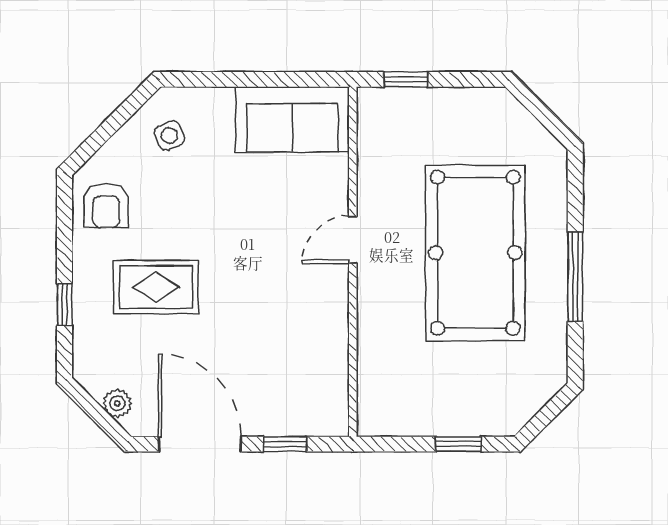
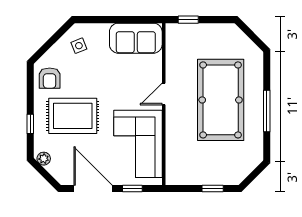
rug: (156, 287) -> (73, 116), width x1.36, depth x1.43
corner sofa: (297, 348) -> (138, 144), added
plant: (117, 403) -> (44, 159), moved

